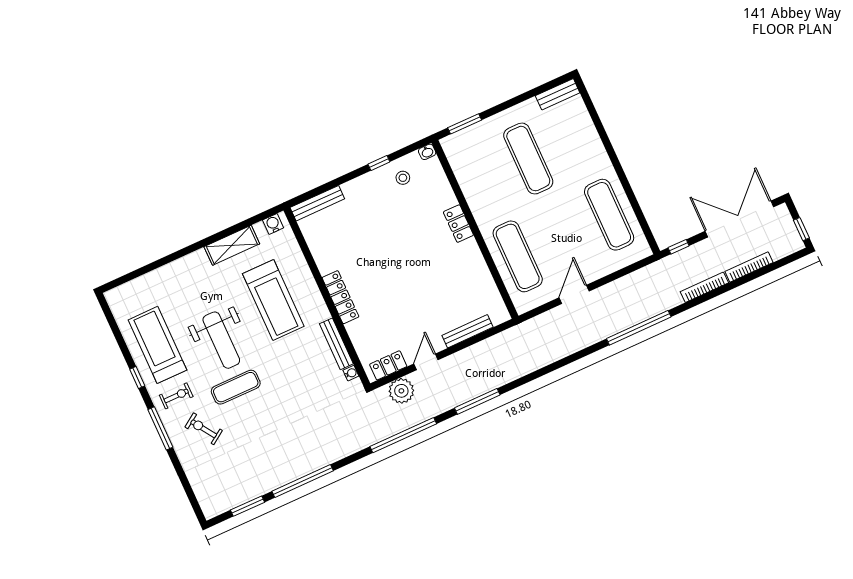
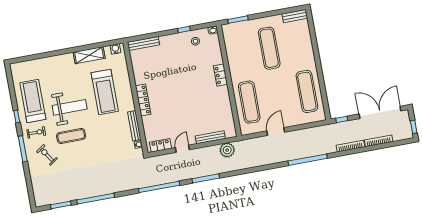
weight bench: (221, 340) -> (70, 107), turned -90
plant: (401, 391) -> (227, 150), moved

